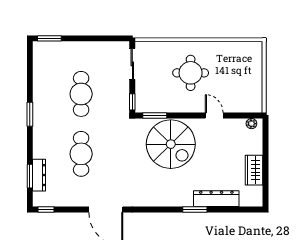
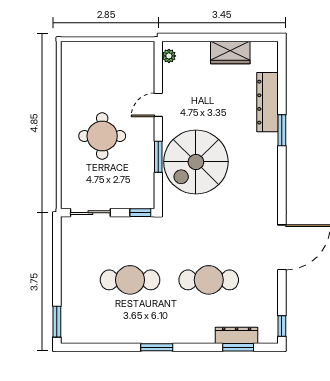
window: (155, 116) -> (158, 157), moved
spiral stairs: (171, 144) -> (196, 162), turned 180

